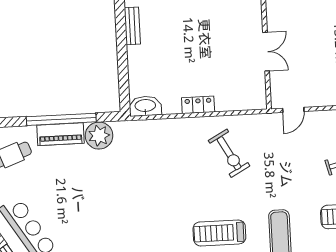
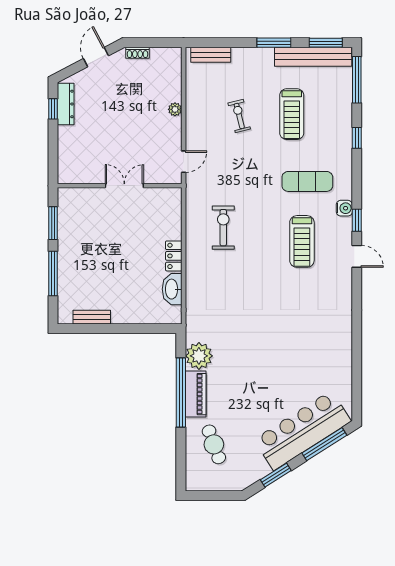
washbasin: (145, 106) -> (172, 289), moved
door: (293, 110) -> (184, 162), hinge flipped
exercise bike: (229, 153) -> (223, 228), turned -61

